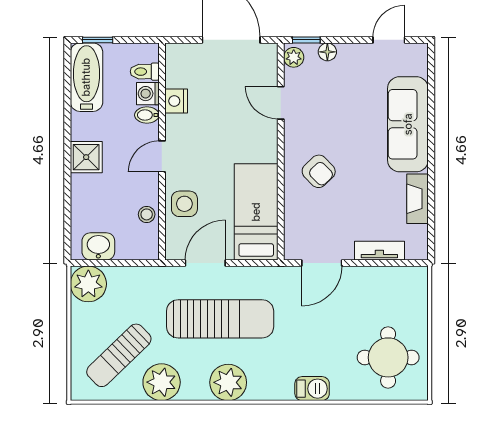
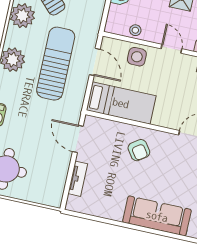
armchair: (319, 171) -> (139, 150), turned -81
fireplace: (418, 199) -> (106, 211), removed
sun lounger: (220, 319) -> (56, 64), turned 180

